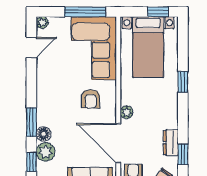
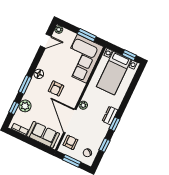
window: (85, 12) -> (87, 35), width x0.69
window: (183, 82) -> (115, 124), moved
armchair: (91, 99) -> (56, 88), moved
floor lamp: (44, 134) -> (39, 74), moved
dresser: (171, 143) -> (110, 115), moved

